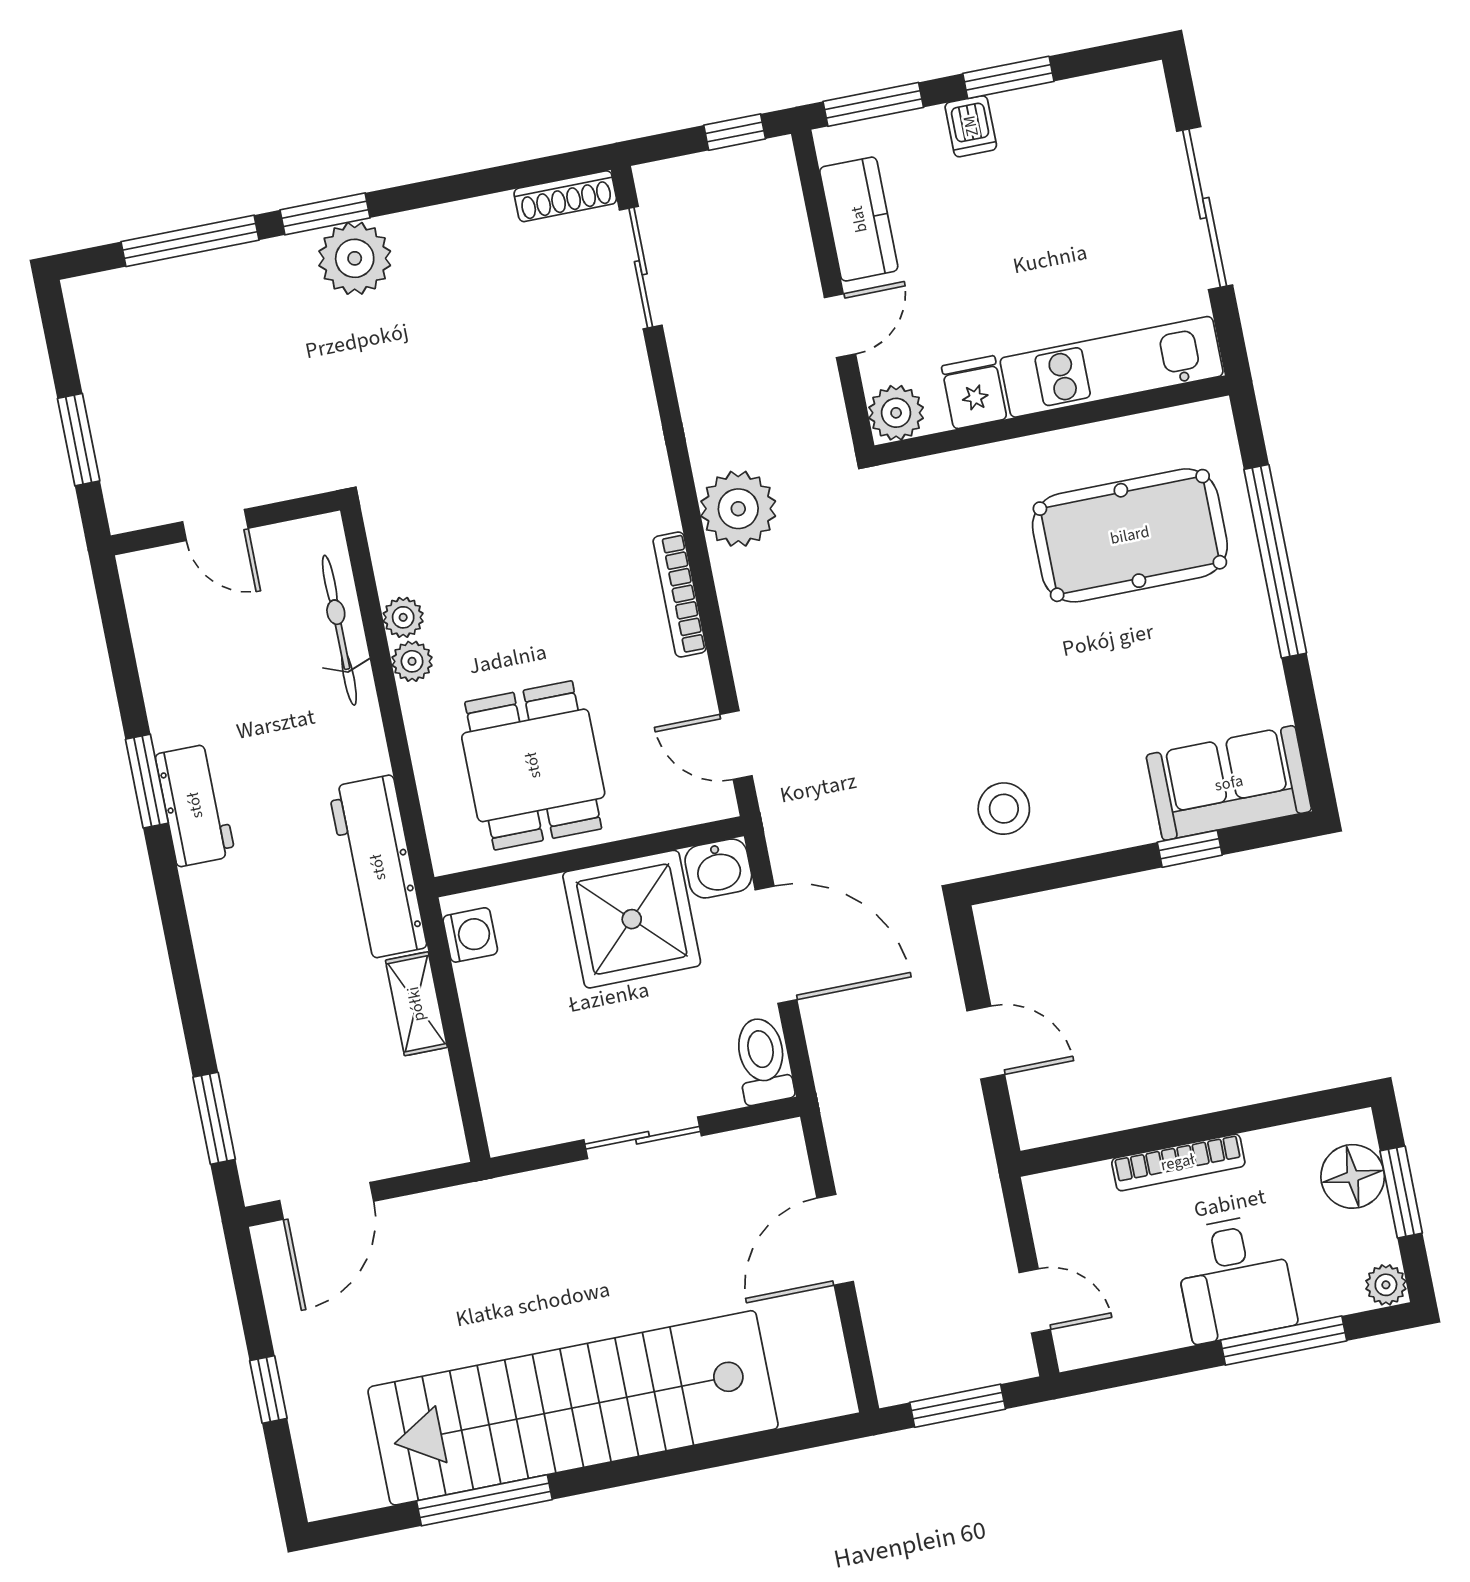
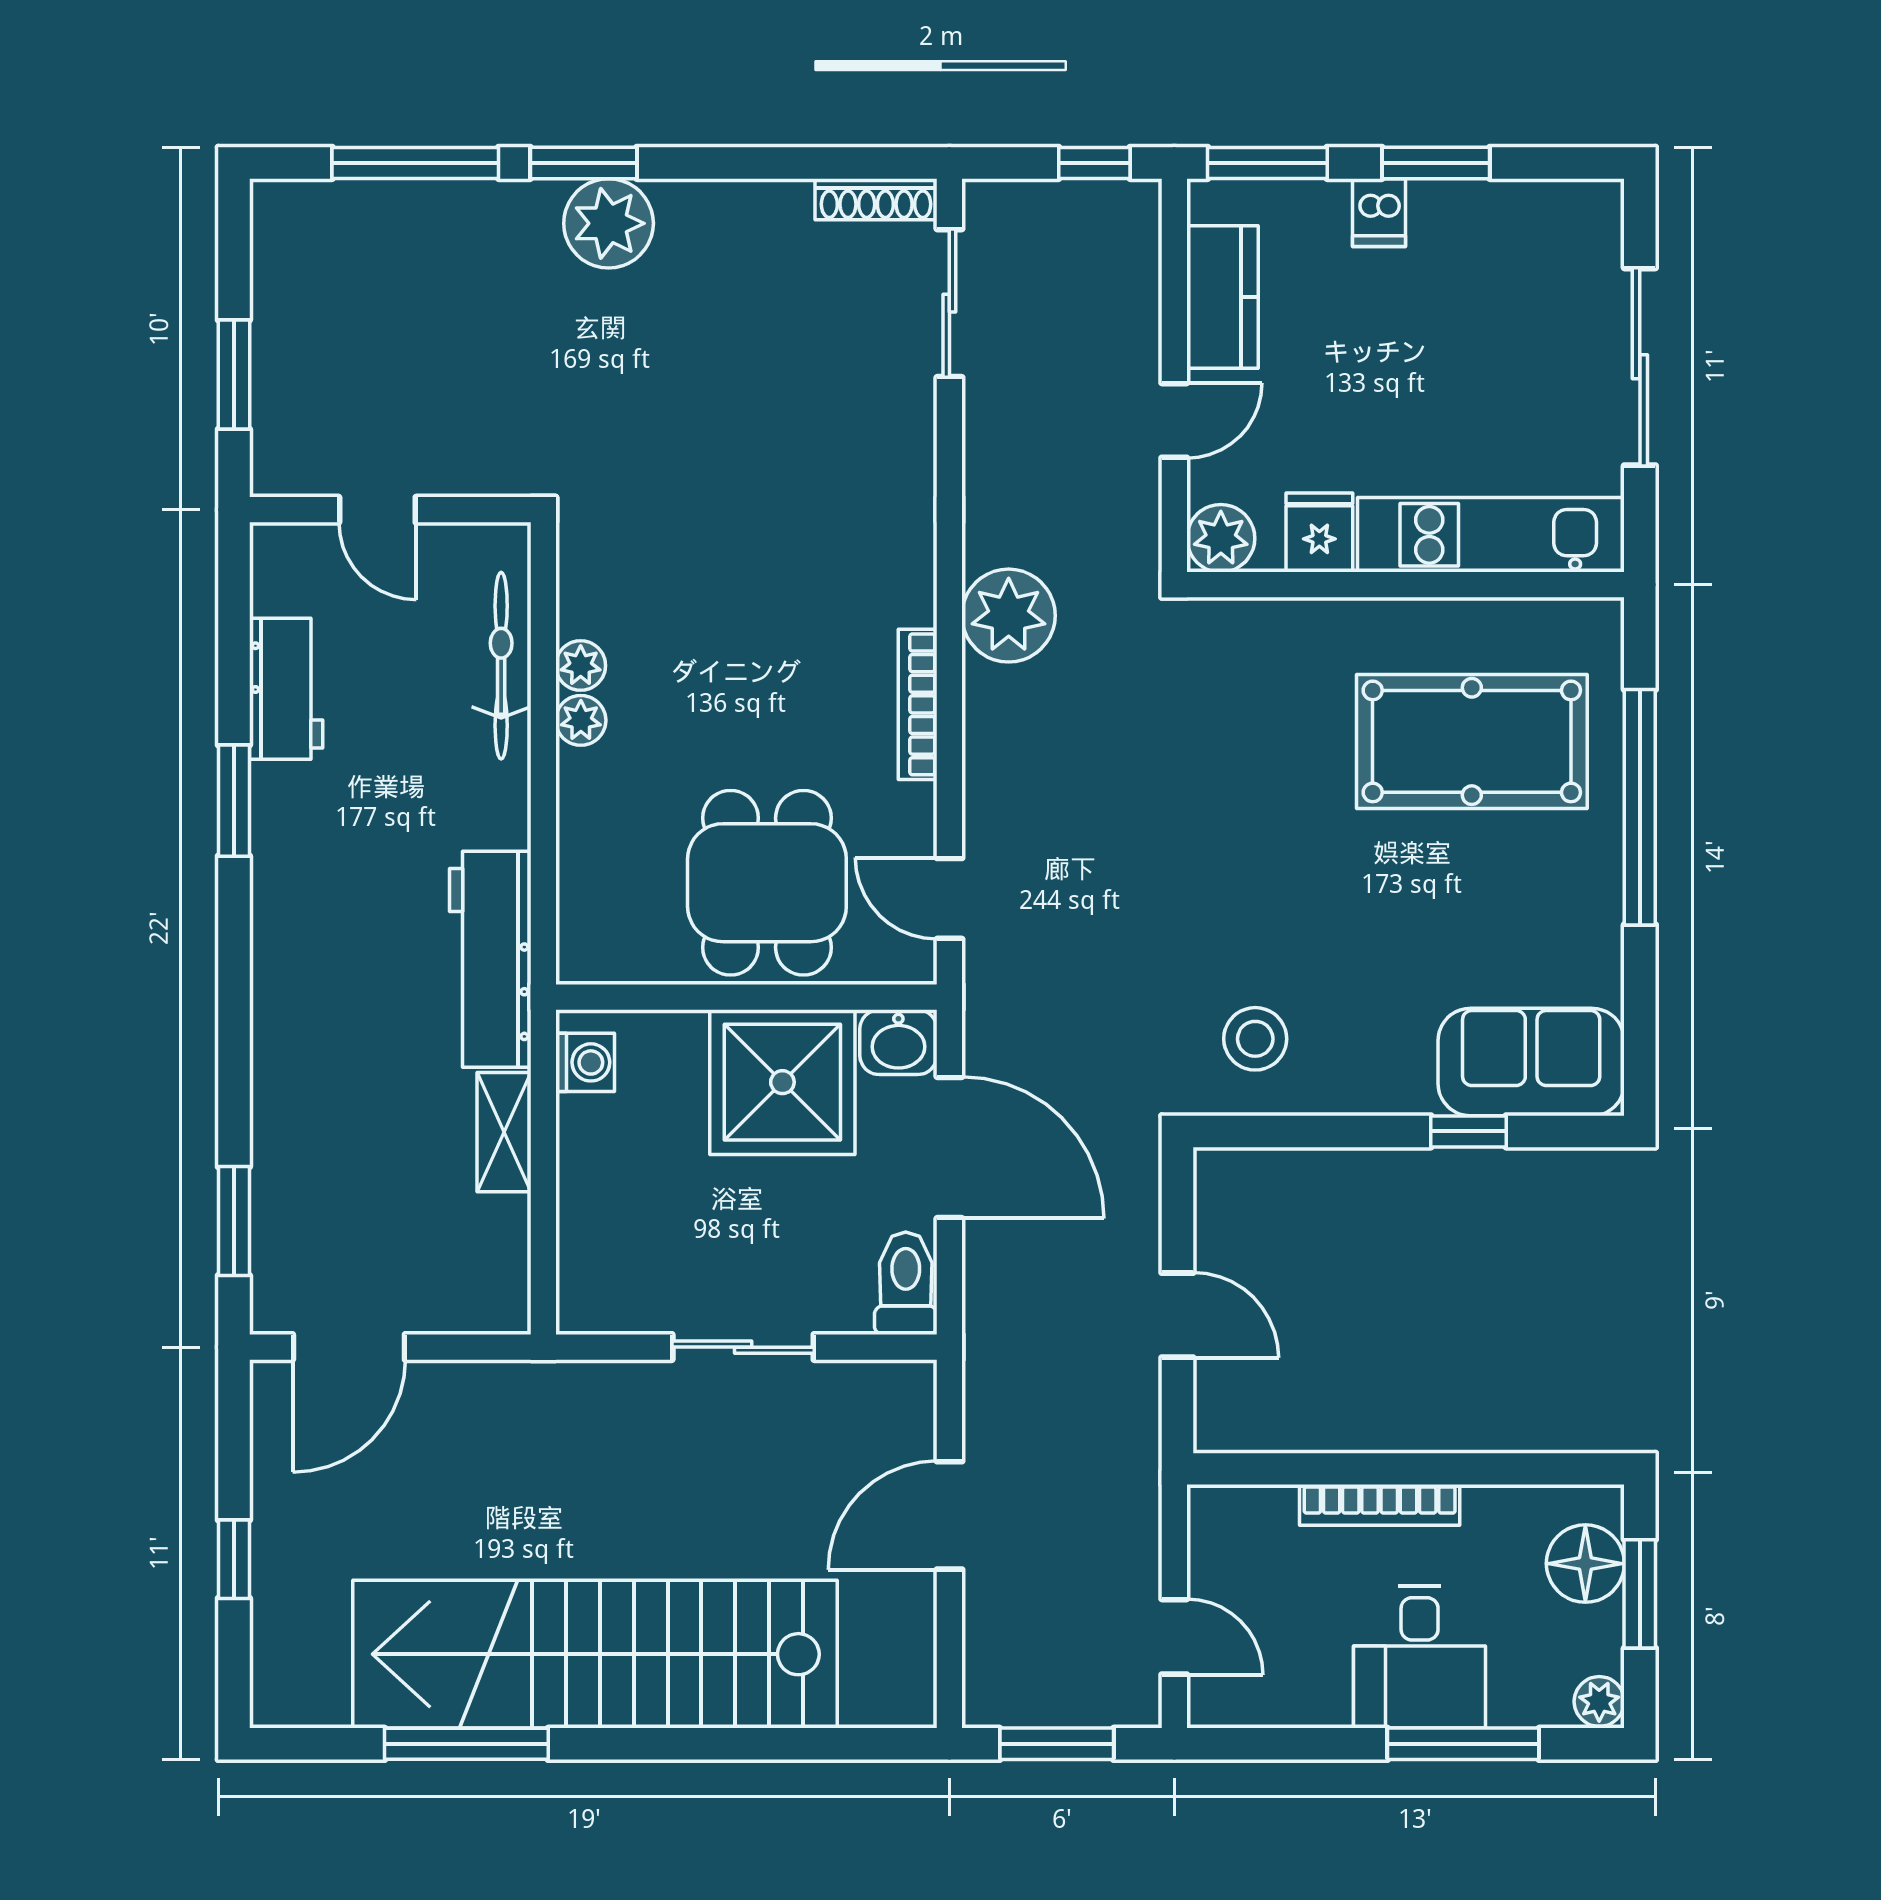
dining table: (533, 765) -> (767, 883), moved
workbench: (195, 805) -> (286, 689), moved

